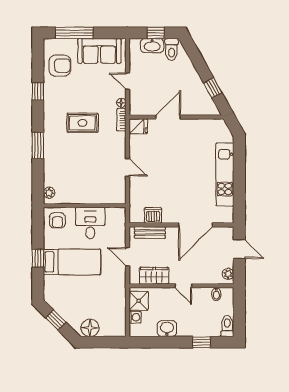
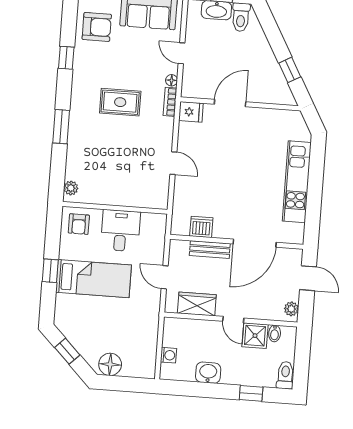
bench: (150, 232) -> (210, 250), moved
shower: (139, 301) -> (255, 336), moved

